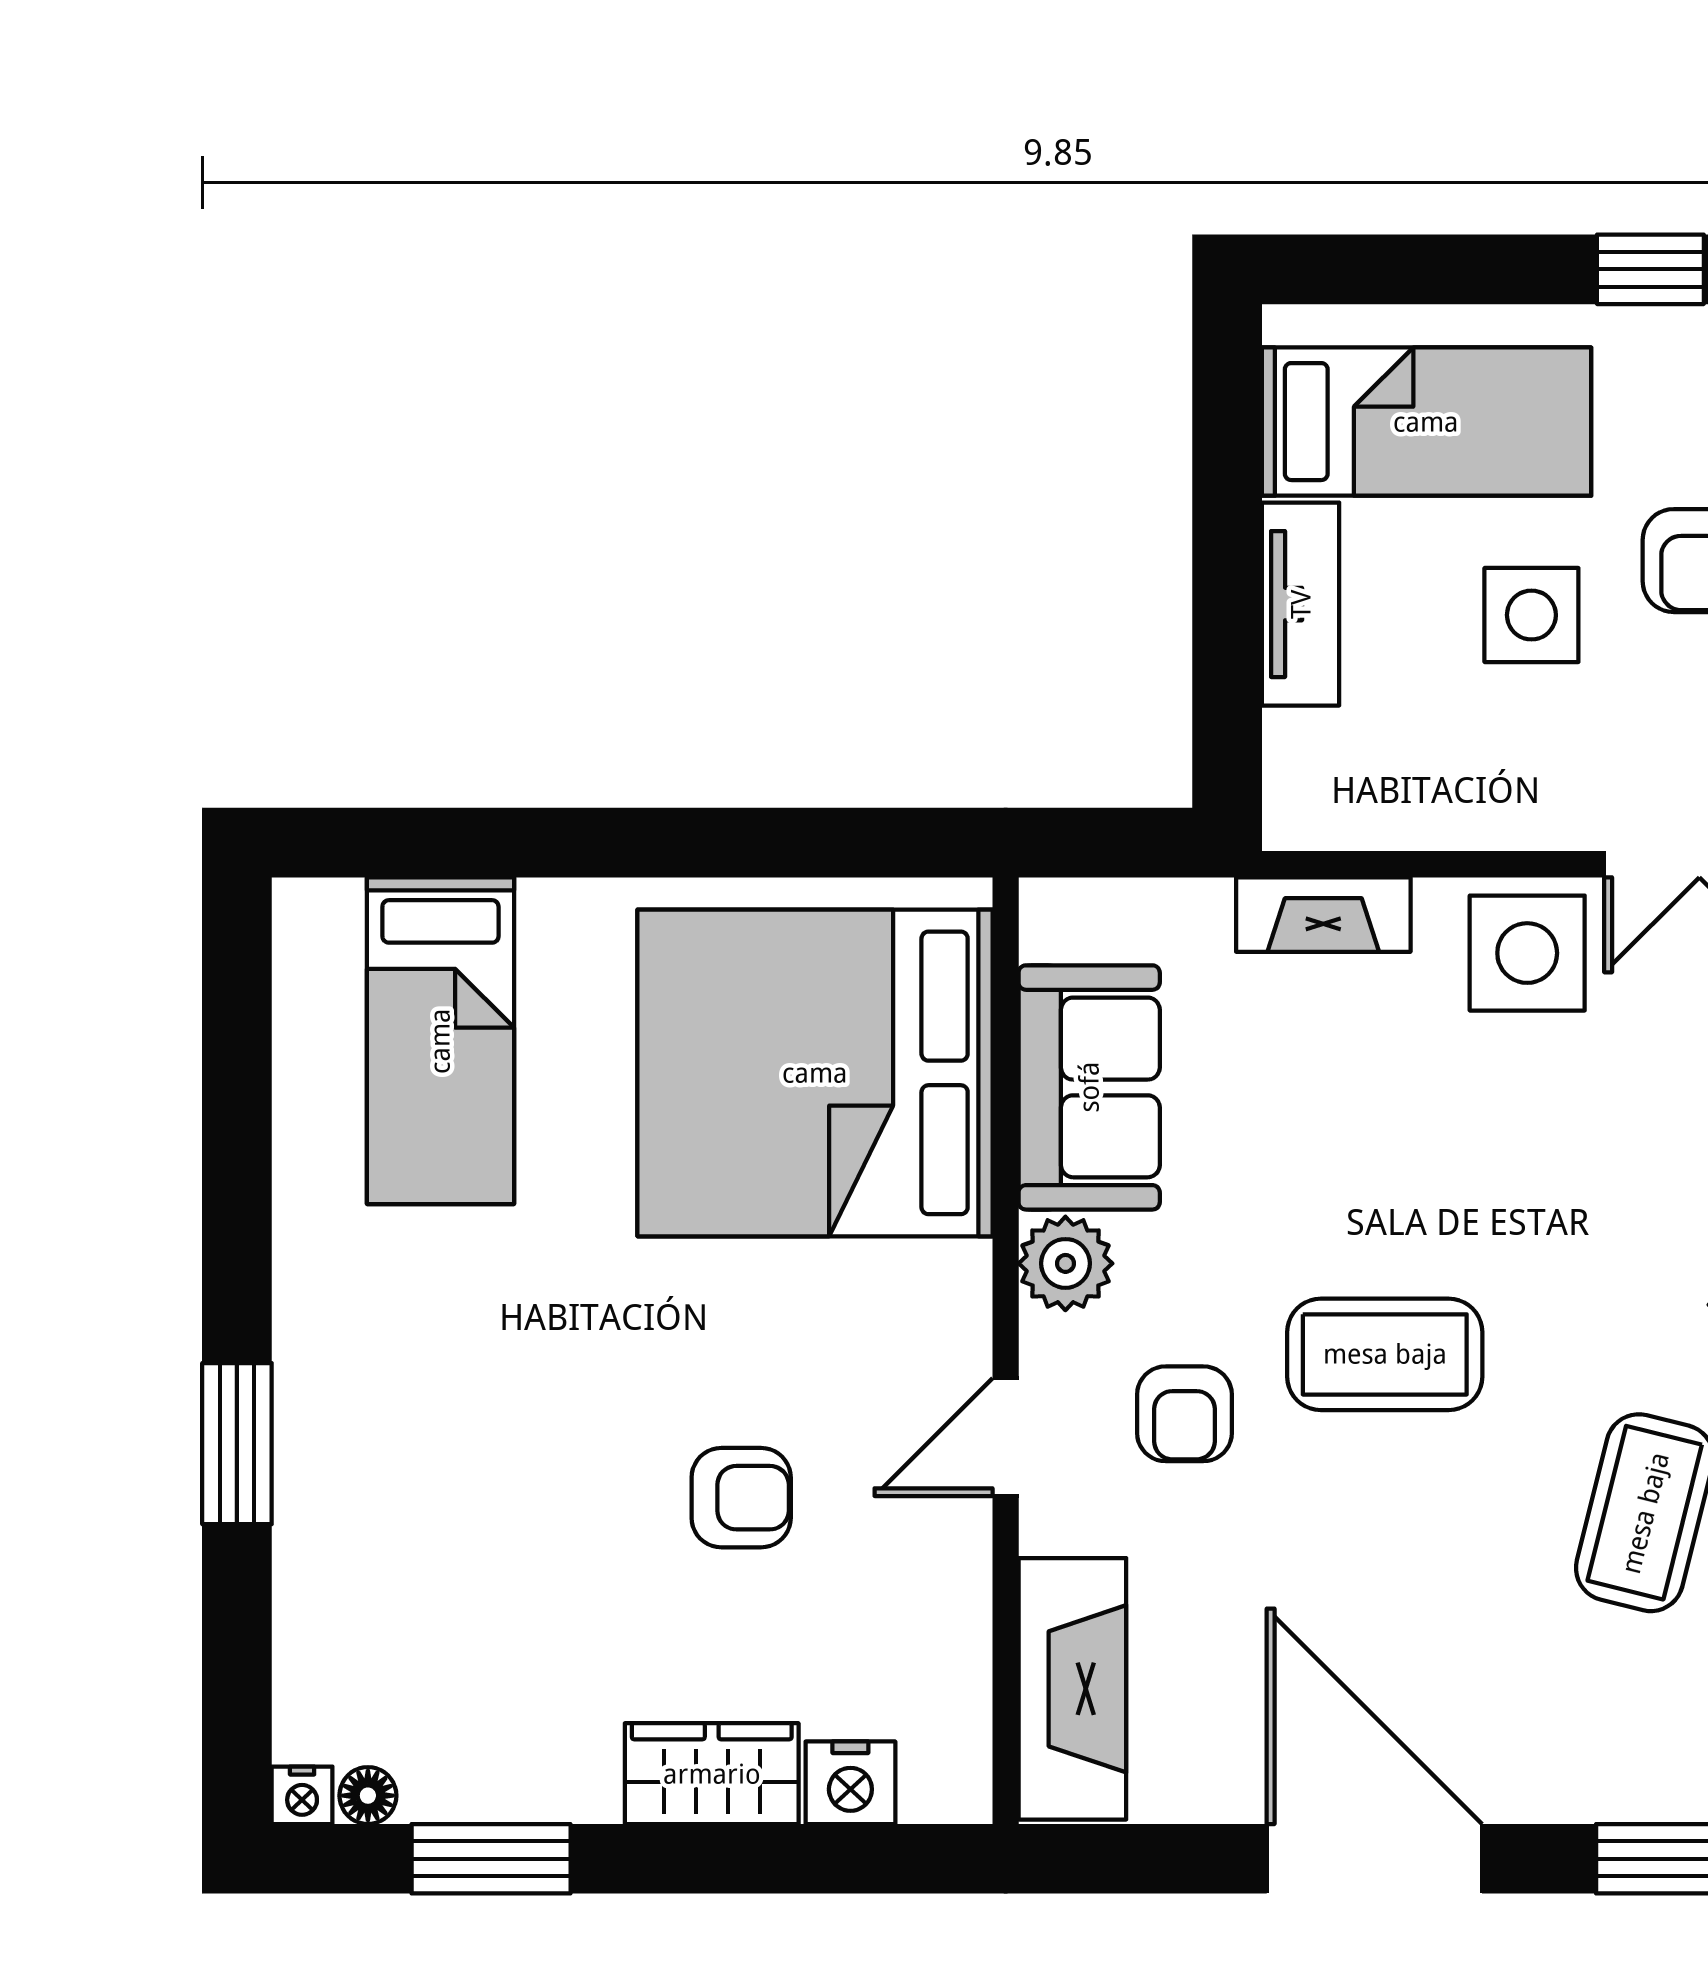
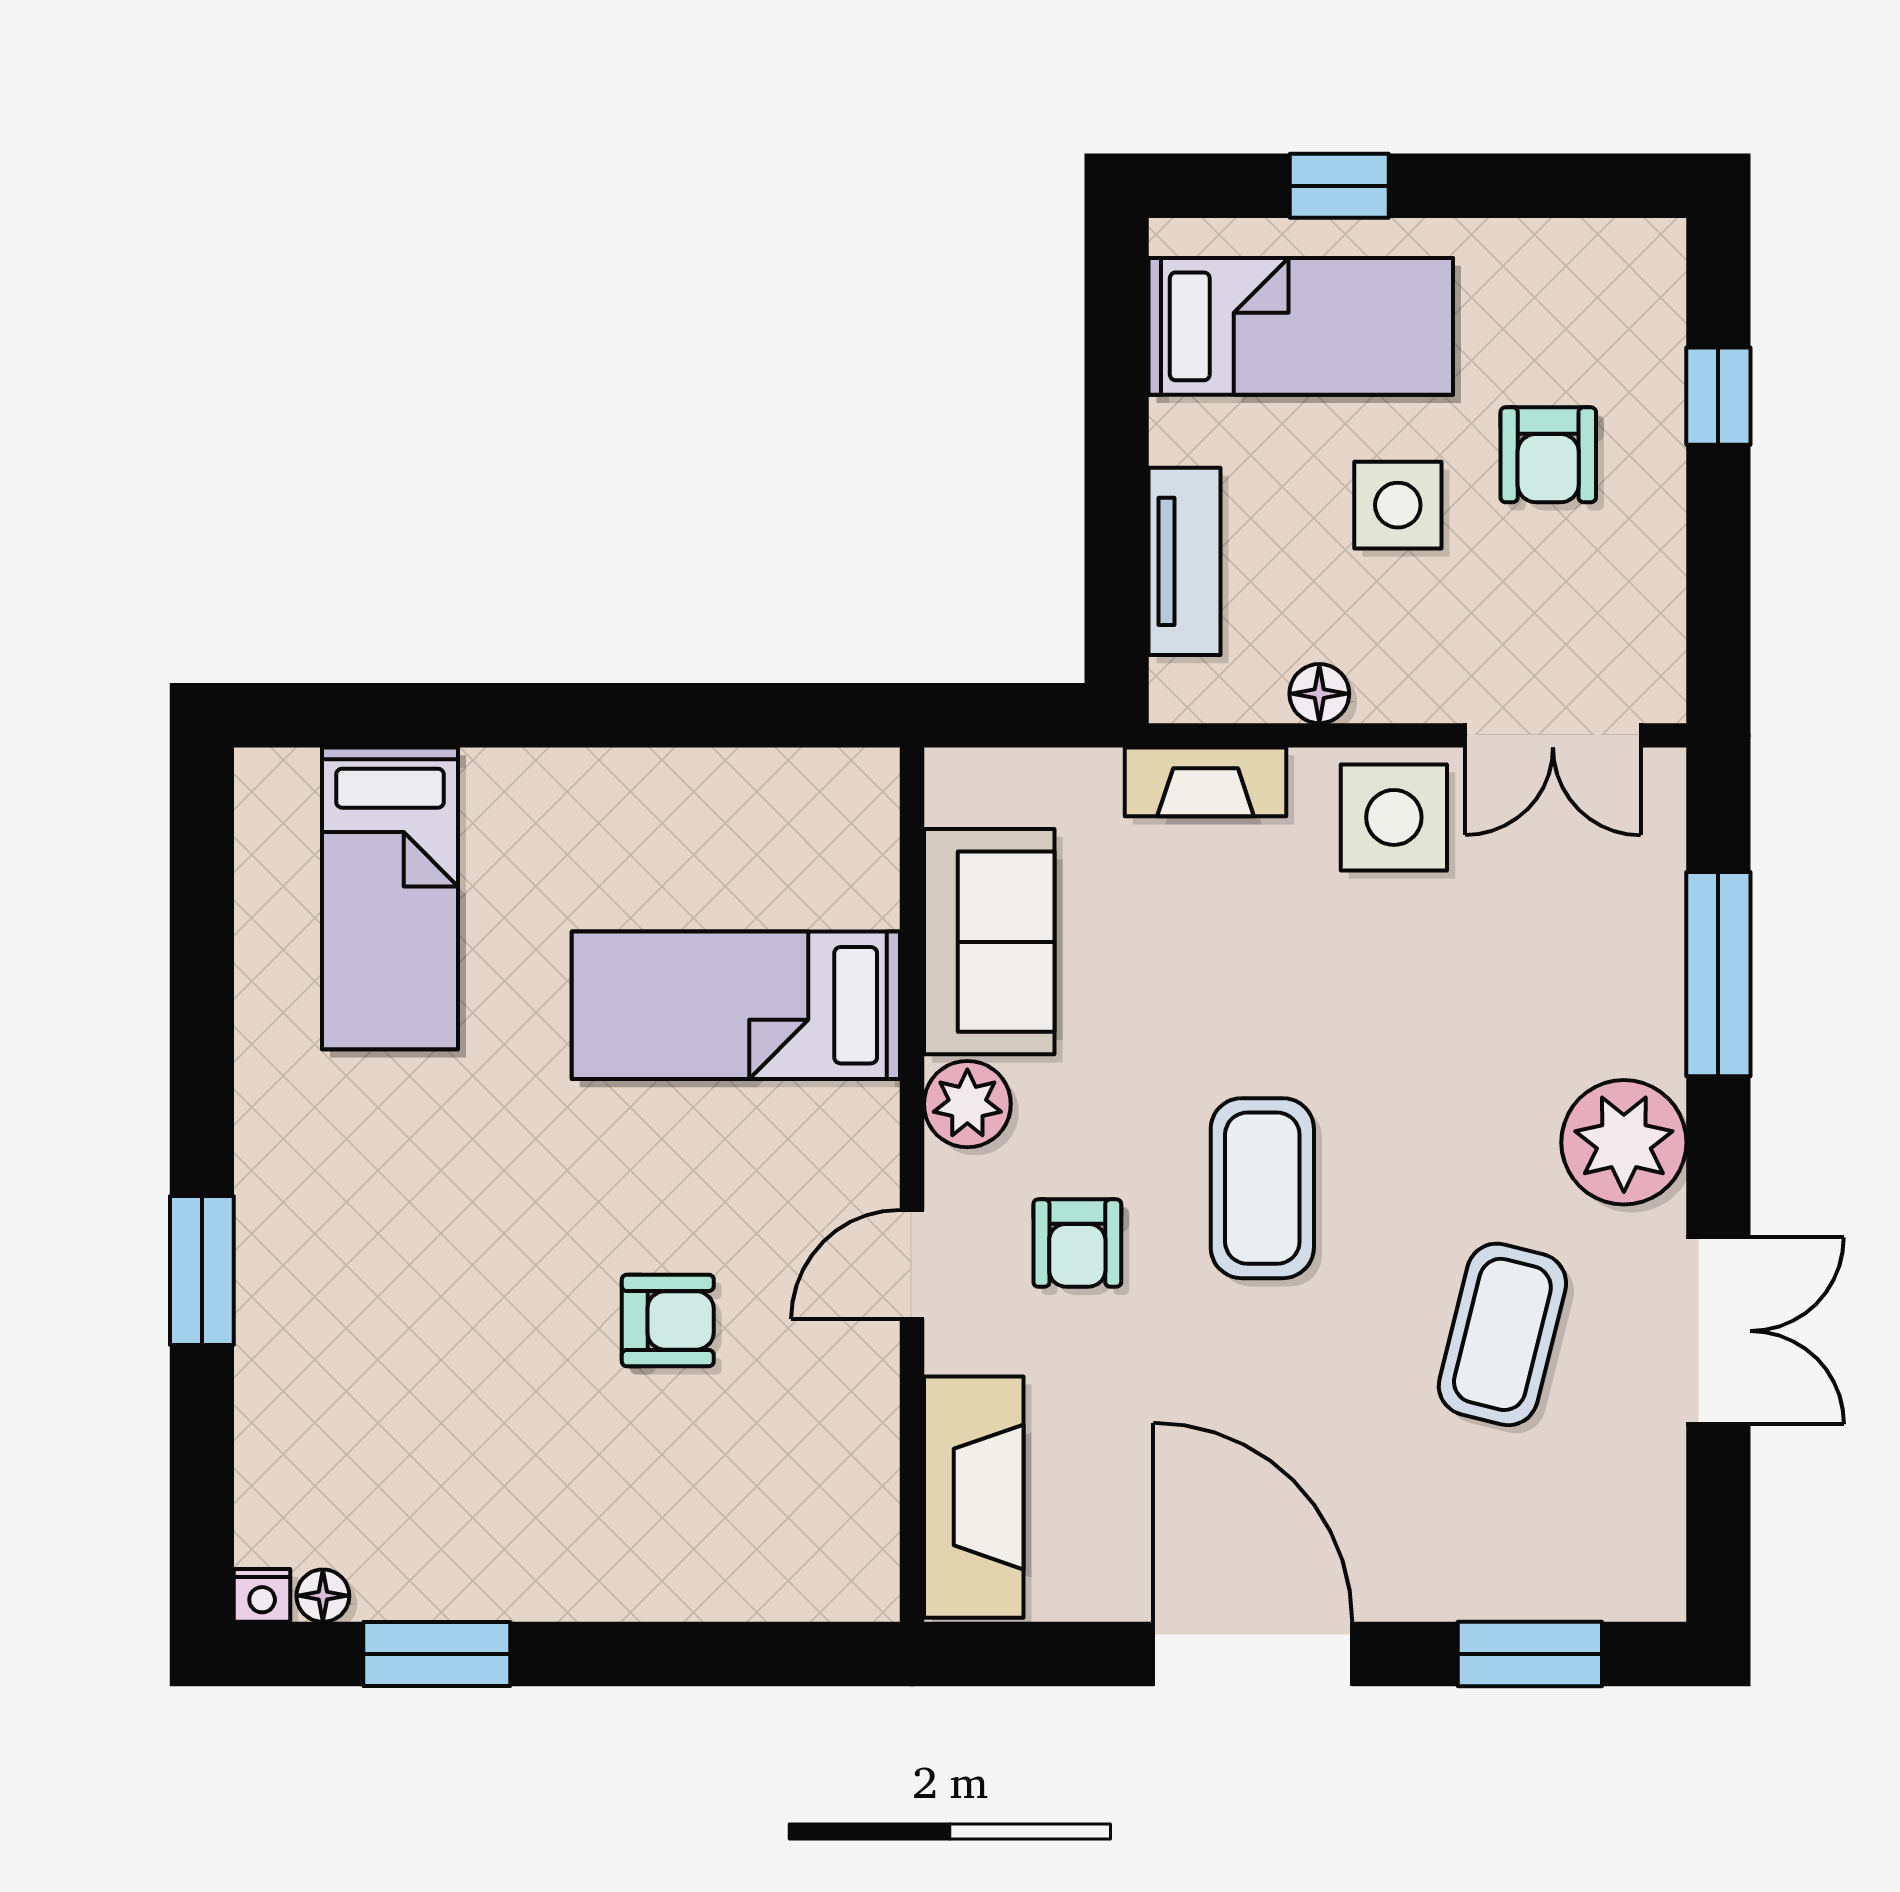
window: (1650, 269) -> (1339, 186), moved
tv unit: (1301, 604) -> (1184, 561), moved
floor lamp: (1446, 819) -> (1319, 694), added
bed: (815, 1073) -> (736, 1005), width x0.49
coffee table: (1385, 1354) -> (1262, 1188), turned 90
wardrobe: (712, 1774) -> (641, 1575), removed
nightstand: (850, 1783) -> (769, 1584), removed

